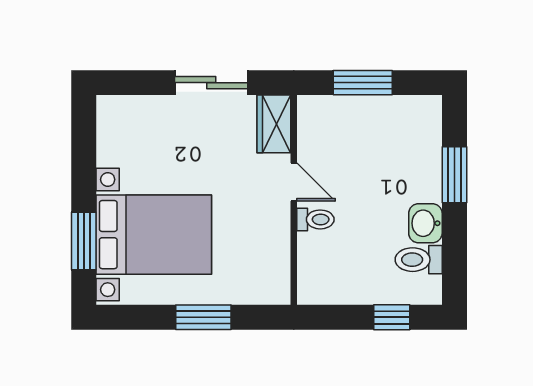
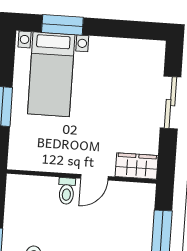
sliding door: (211, 83) -> (171, 103), moved
bed with nightstands: (154, 235) -> (51, 74), width x0.73

